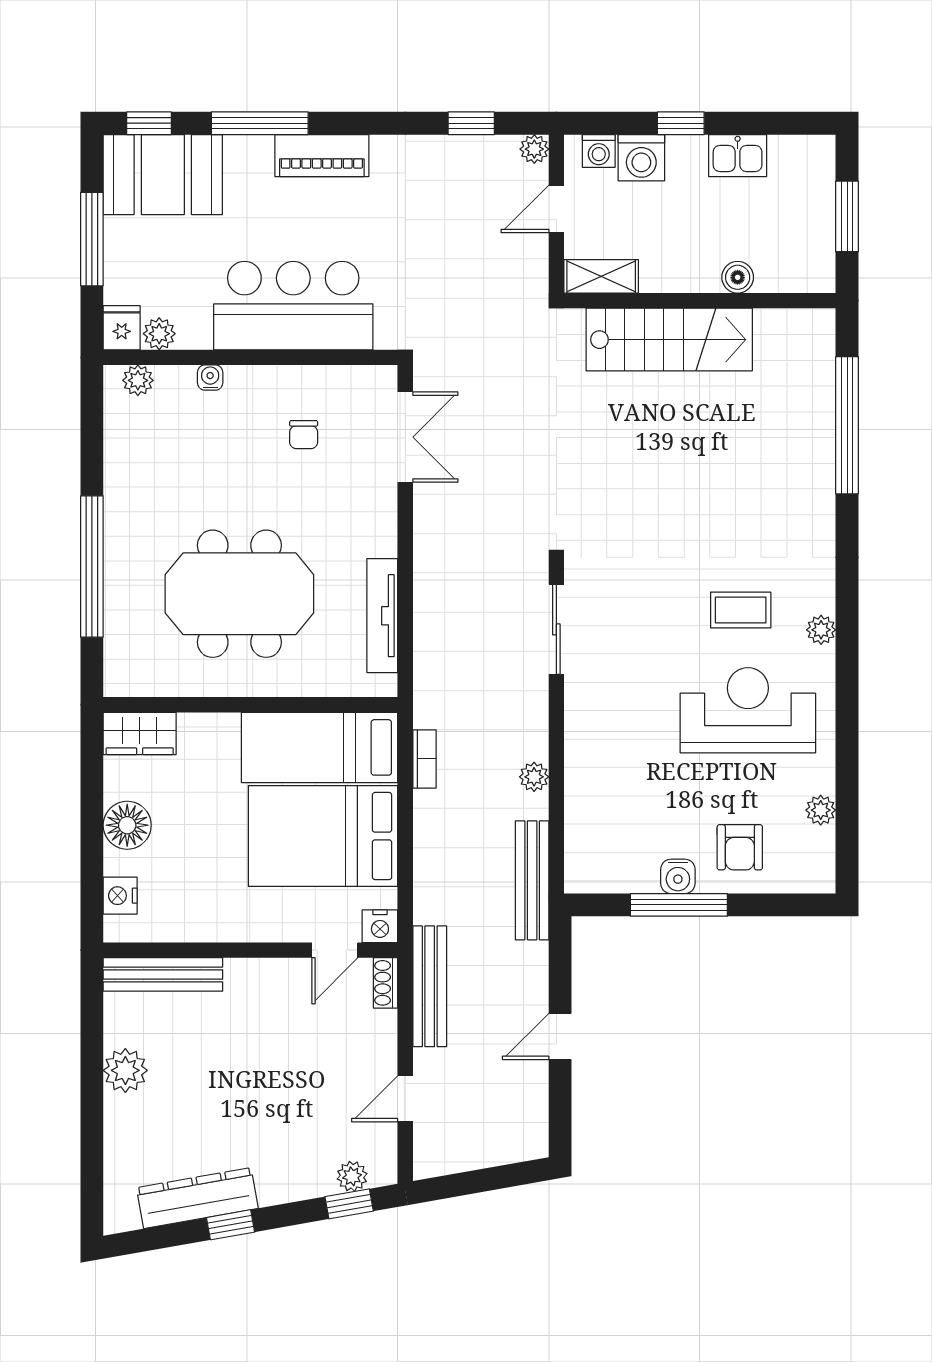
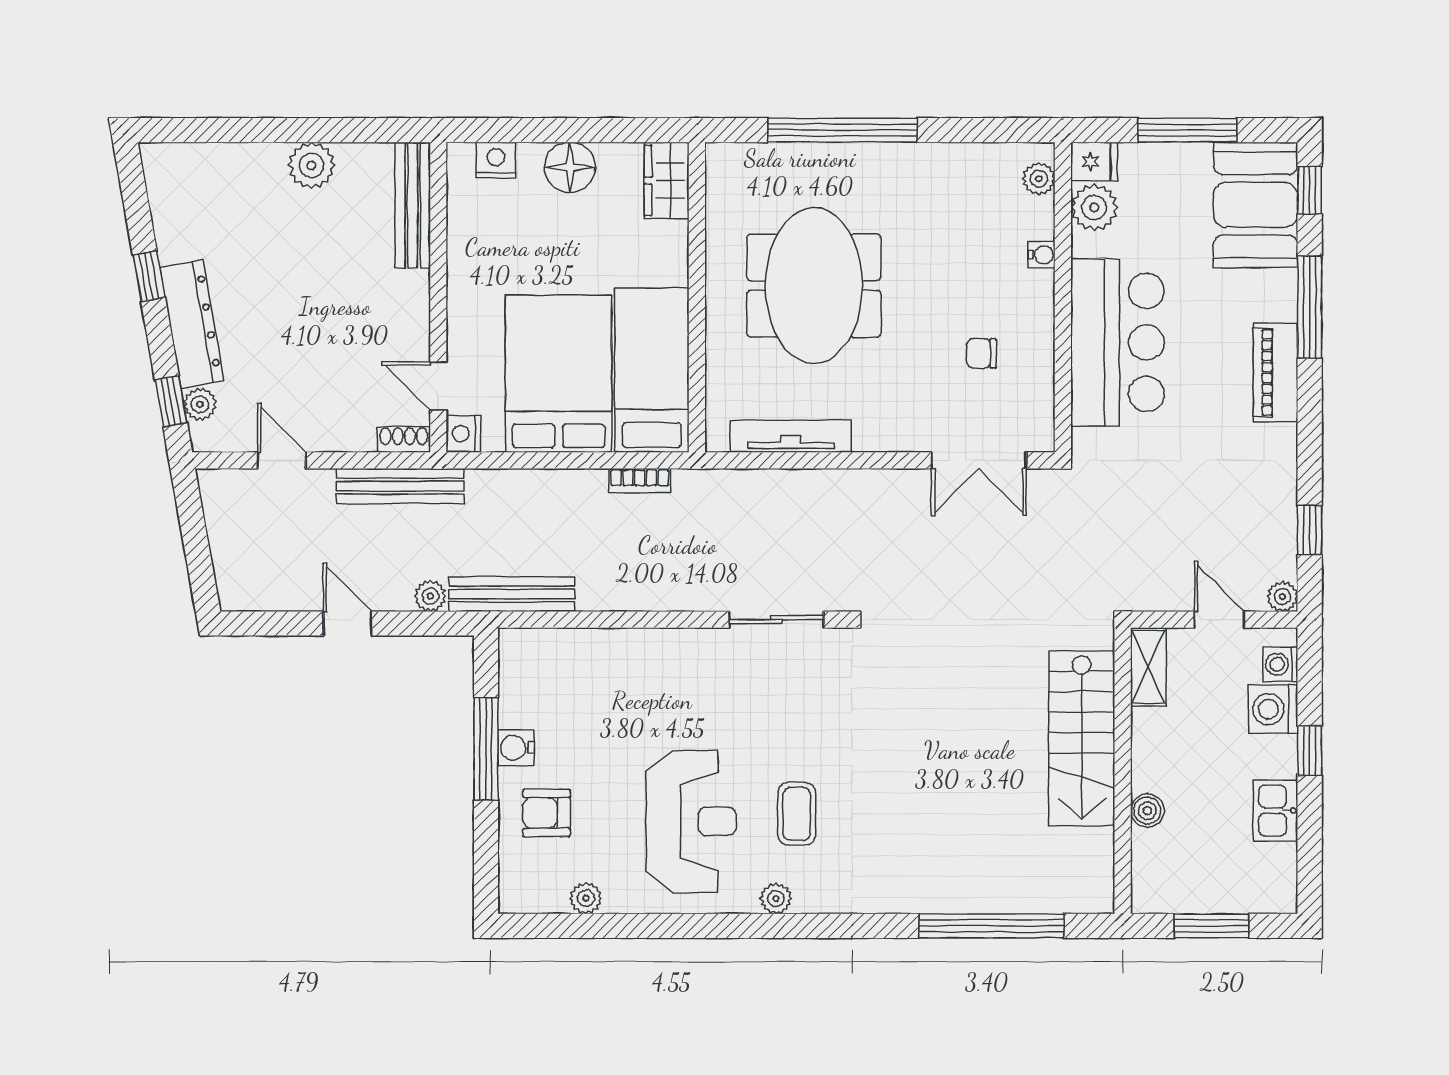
plant: (159, 334) -> (1094, 208), width x1.38, depth x1.38
plant: (534, 777) -> (430, 596), moved
dresser: (197, 1198) -> (192, 324), moved

